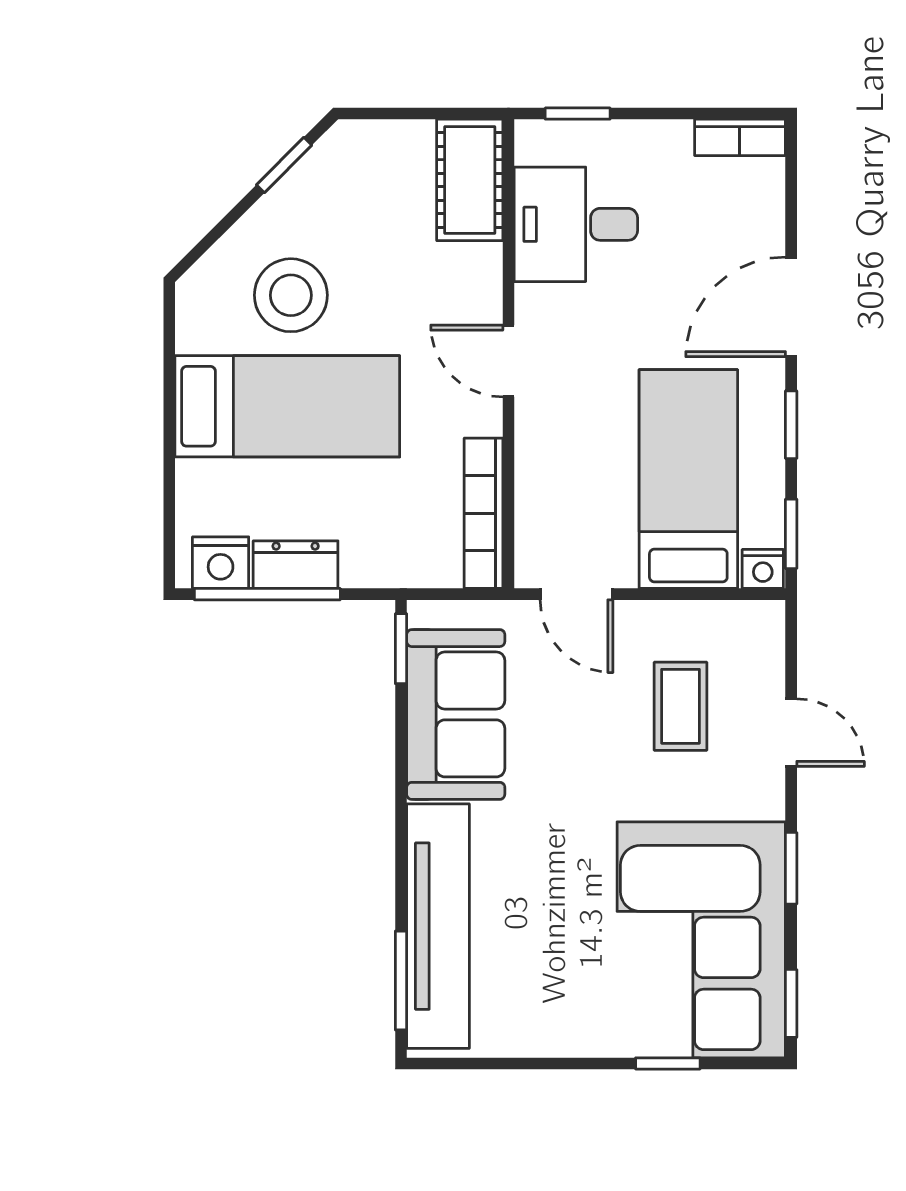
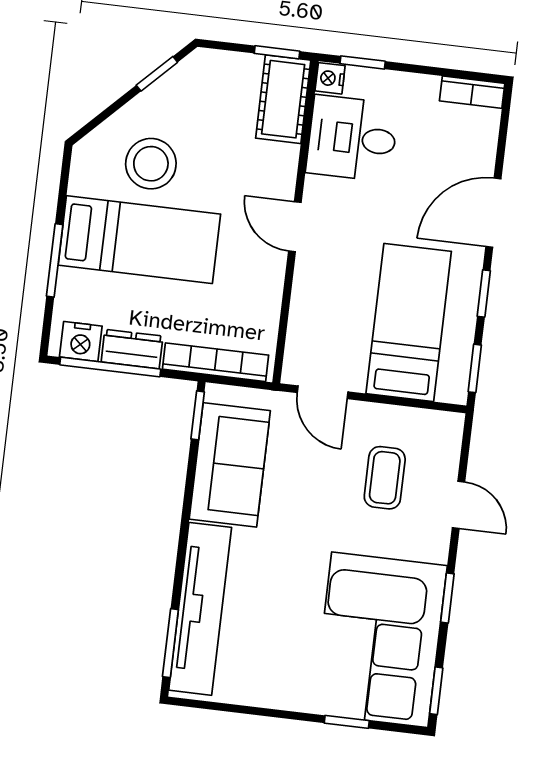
window: (453, 114) -> (277, 52), added
window: (169, 451) -> (55, 260), added
bookcase: (484, 513) -> (216, 362), moved, turned 90
nightstand: (763, 569) -> (330, 78), moved, turned 90

